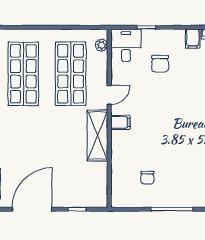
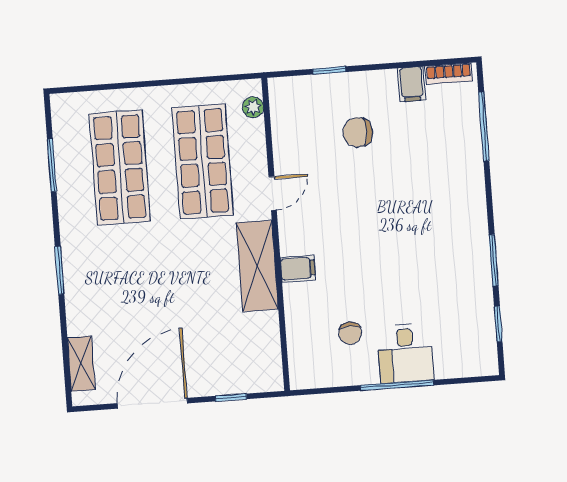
desk: (126, 45) -> (406, 353), moved, turned 180
chair: (160, 64) -> (358, 132), turned 90
filing cabinet: (120, 122) -> (298, 269), moved

